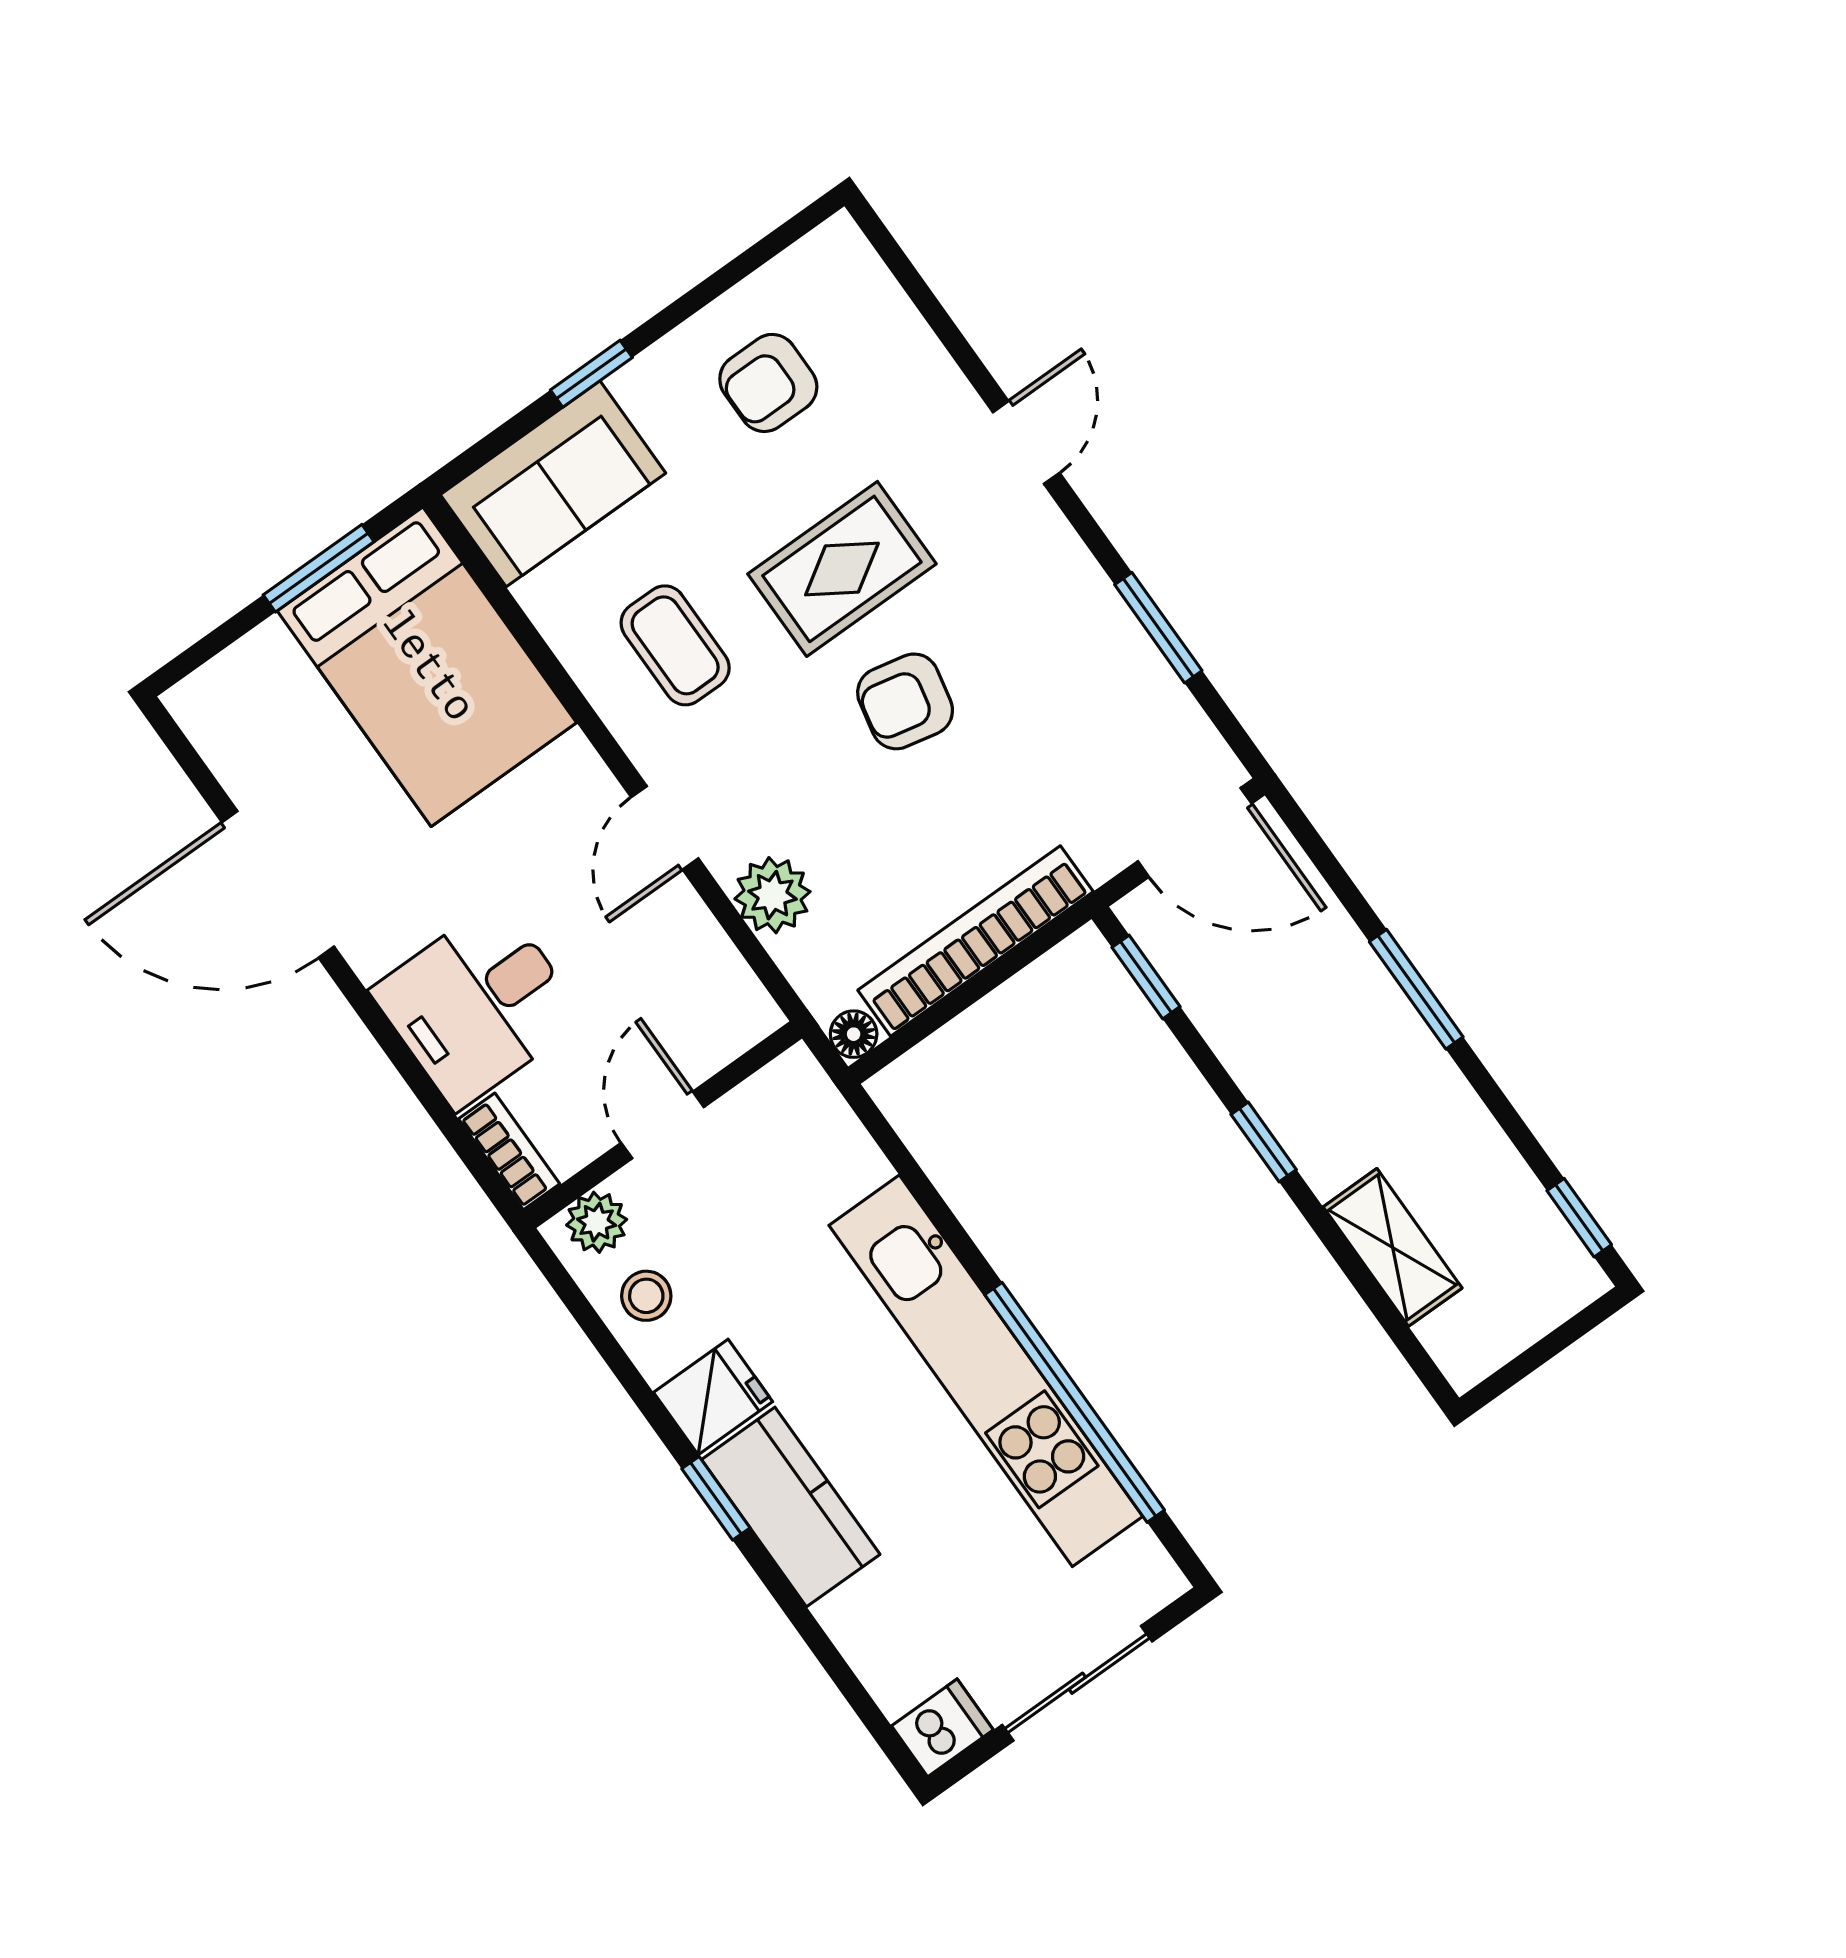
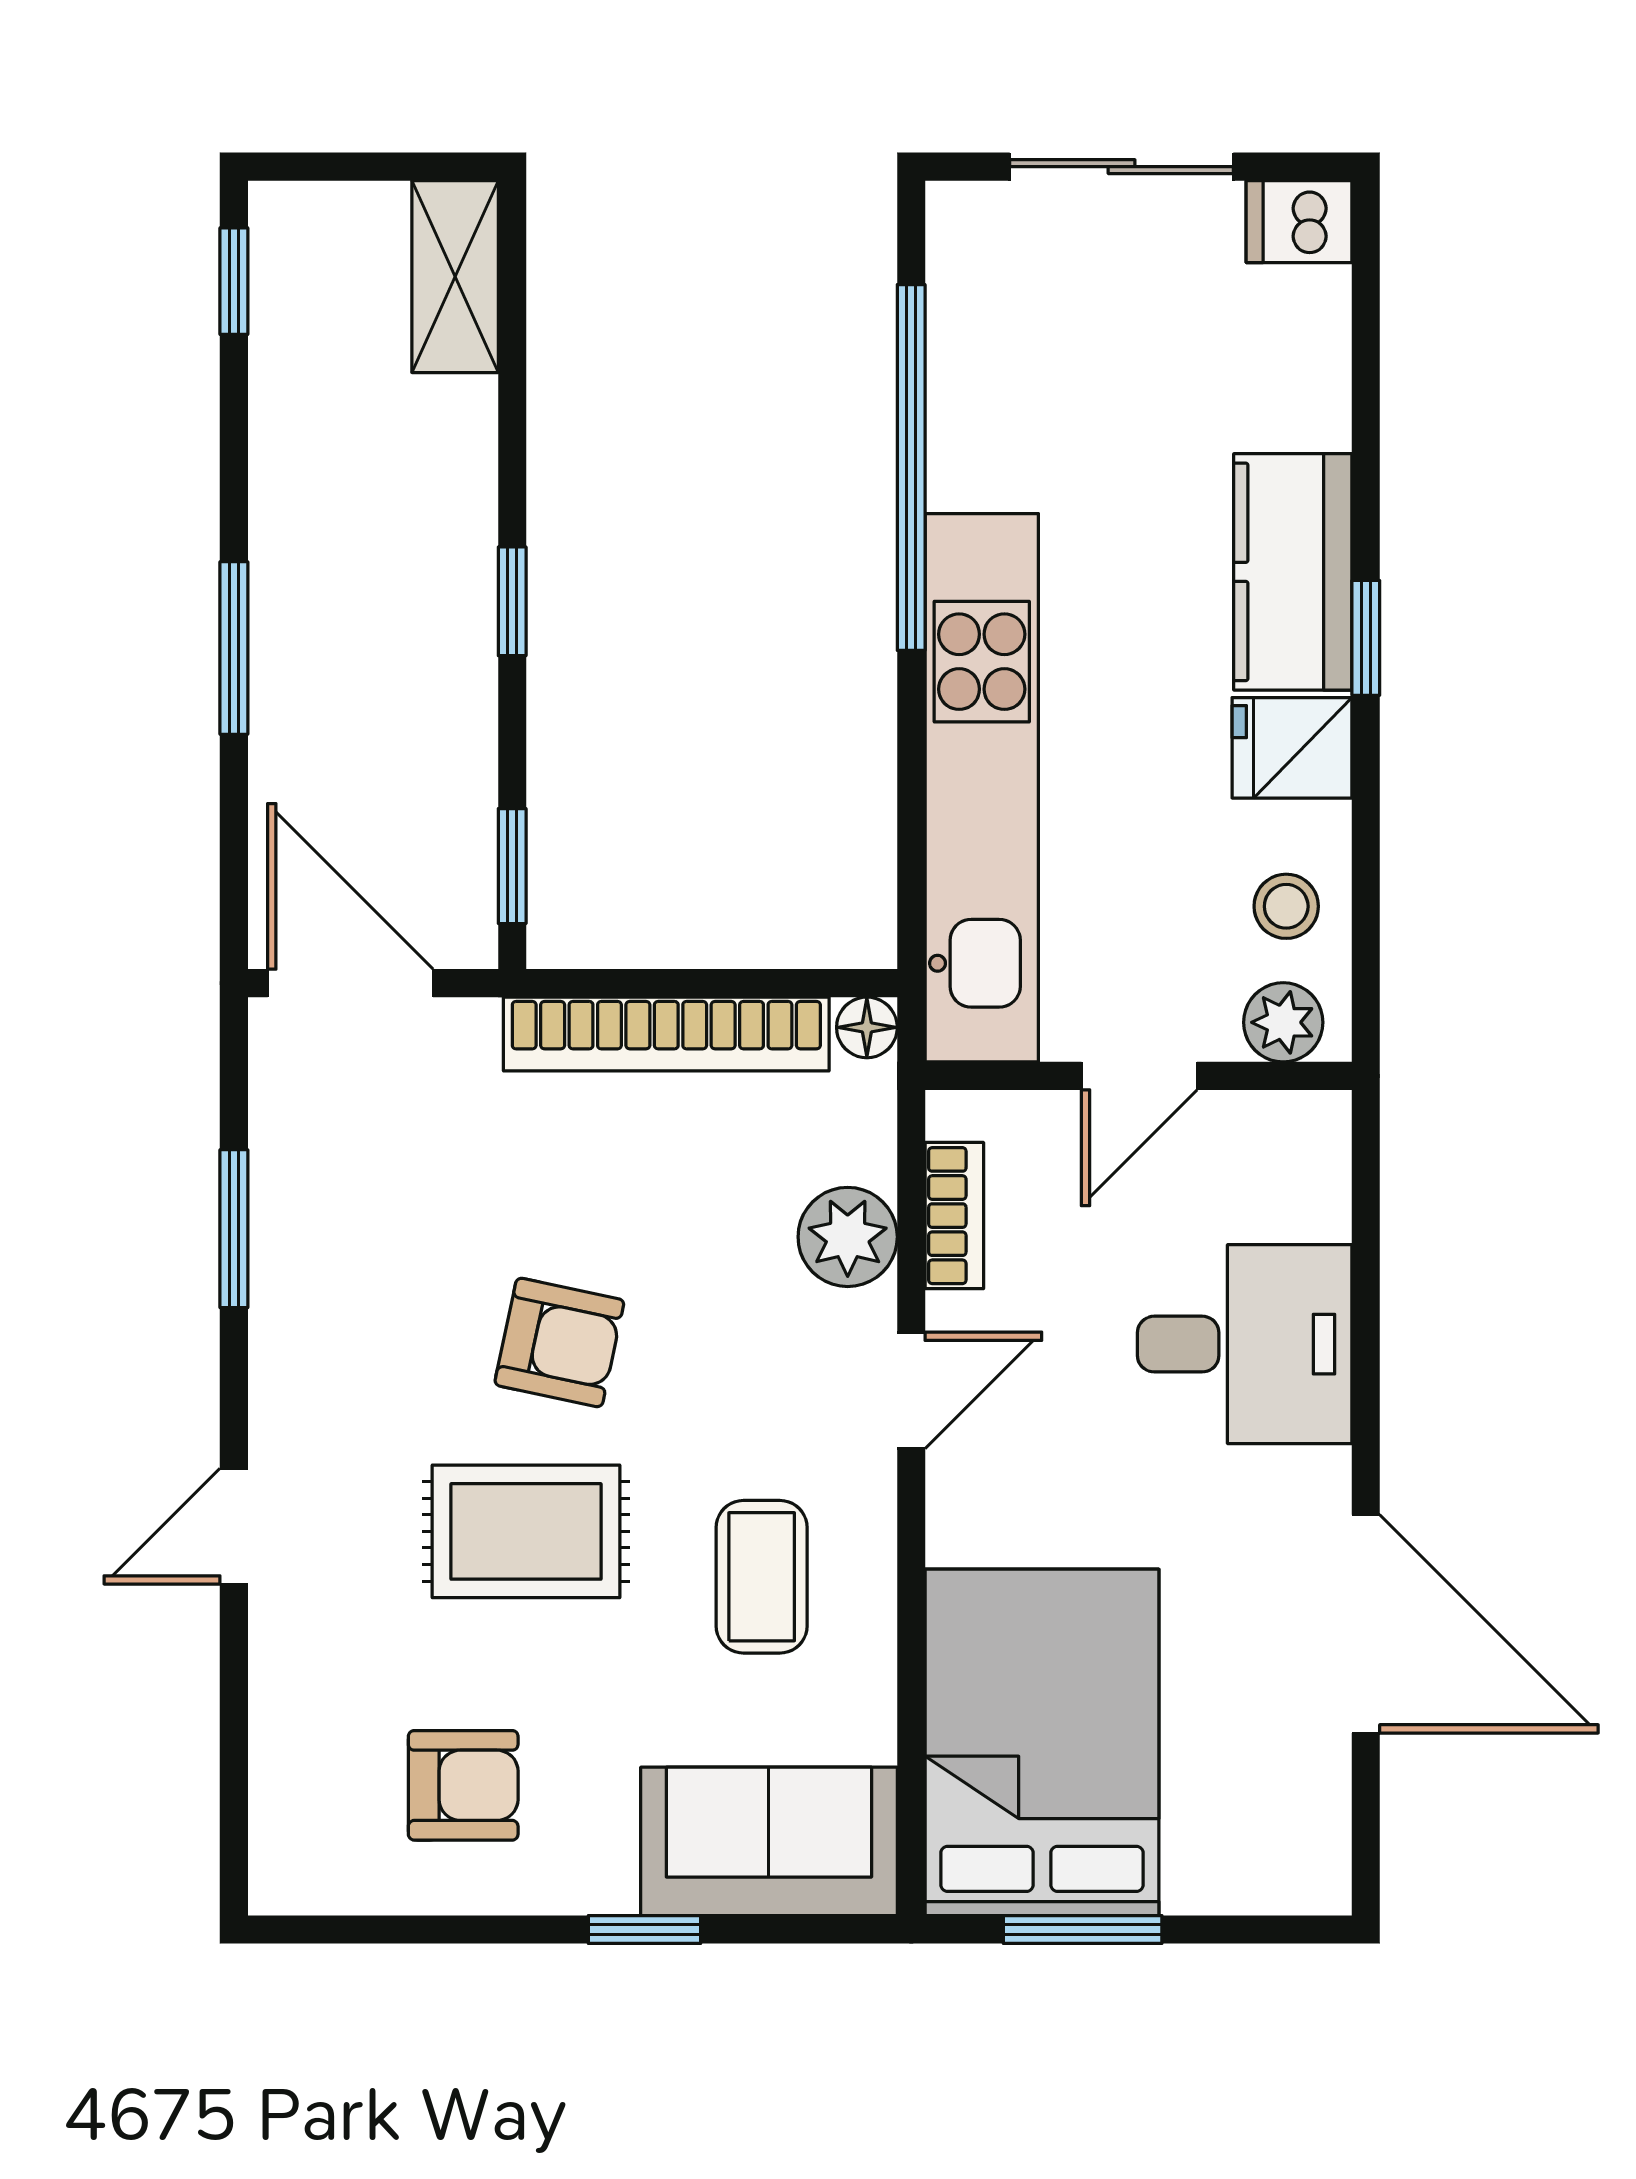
bookcase: (509, 1151) -> (954, 1216), moved, turned 180
shelving: (1393, 1247) -> (455, 277), moved
kitchen unit: (986, 1371) -> (982, 788), moved

